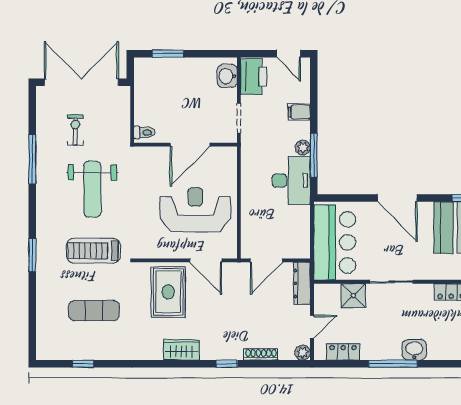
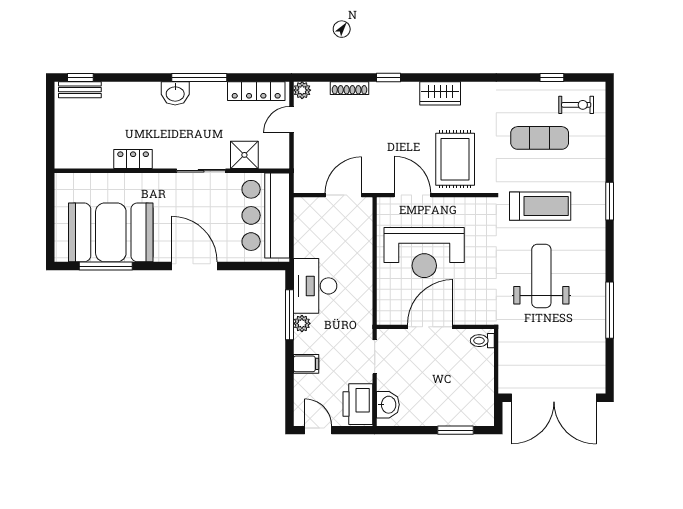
exercise bike: (75, 130) -> (576, 105), moved, turned -90
dresser: (302, 283) -> (303, 169), removed
locker: (343, 352) -> (256, 91), width x1.53

